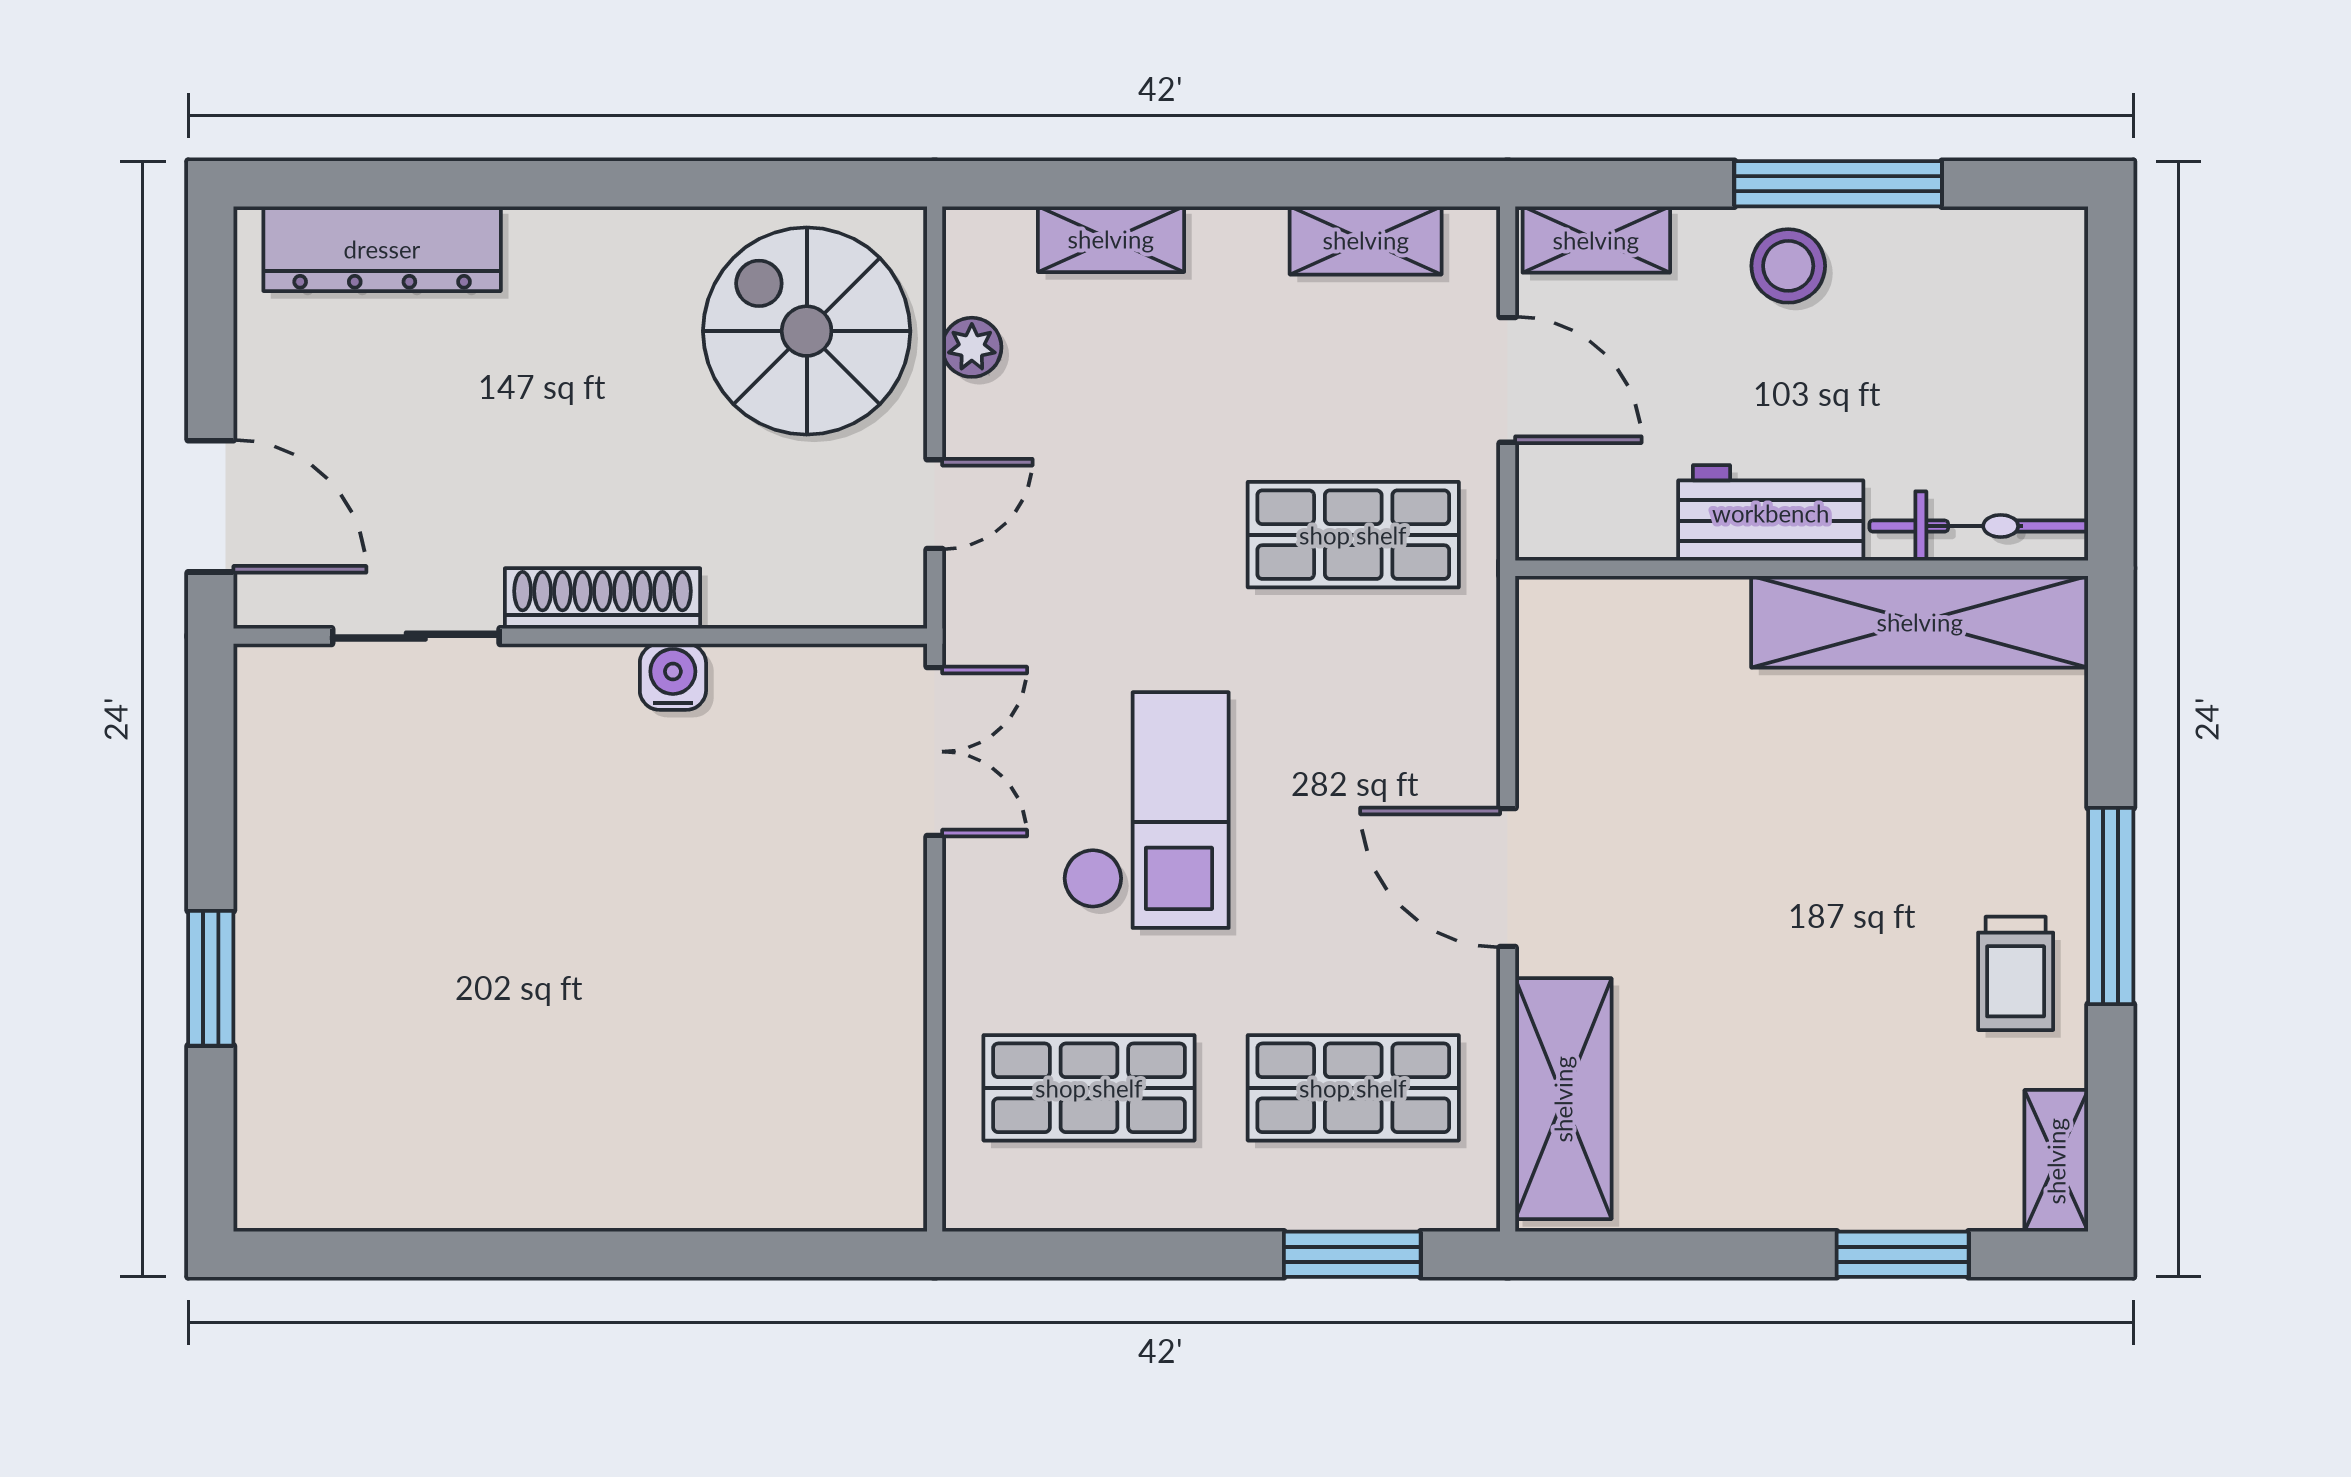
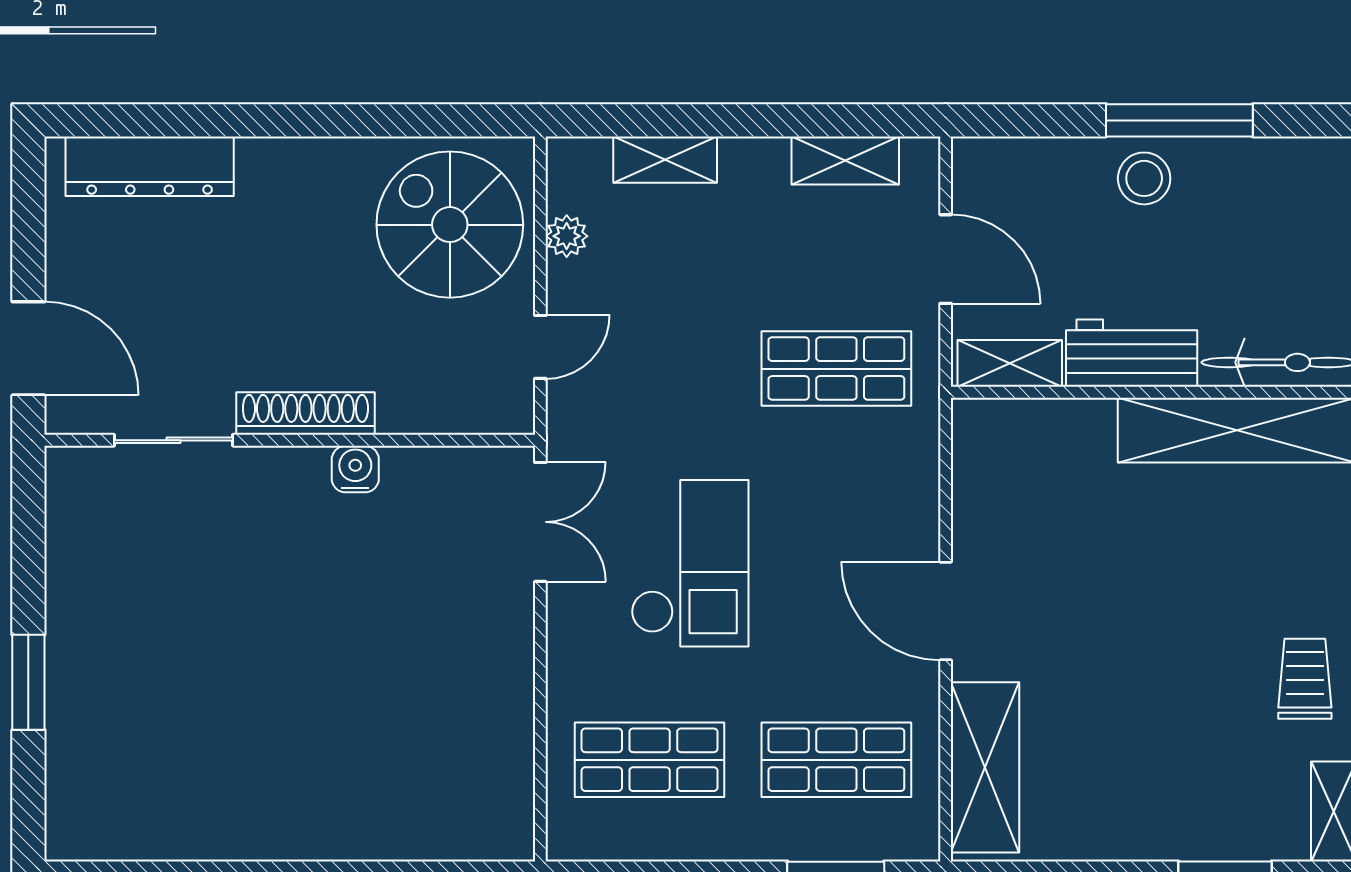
shelving: (1596, 240) -> (1010, 363), moved
trolley: (2016, 973) -> (1305, 679), turned 180

